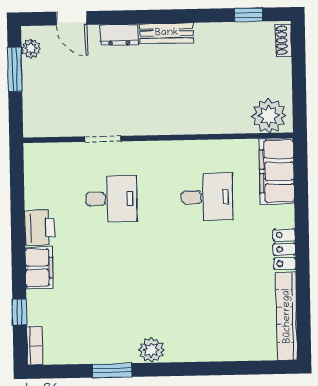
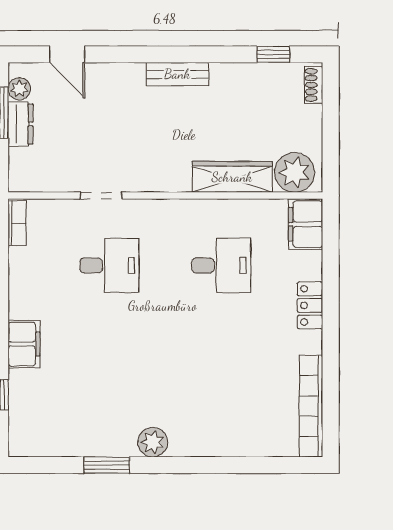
dresser: (119, 35) -> (20, 124), moved, turned -90
wardrobe: (215, 121) -> (232, 177), added
filing cabinet: (277, 171) -> (306, 224), width x0.67, depth x0.86
printer: (39, 228) -> (25, 297), removed
locker: (284, 249) -> (310, 305), moved
bookcase: (35, 346) -> (17, 223), moved

